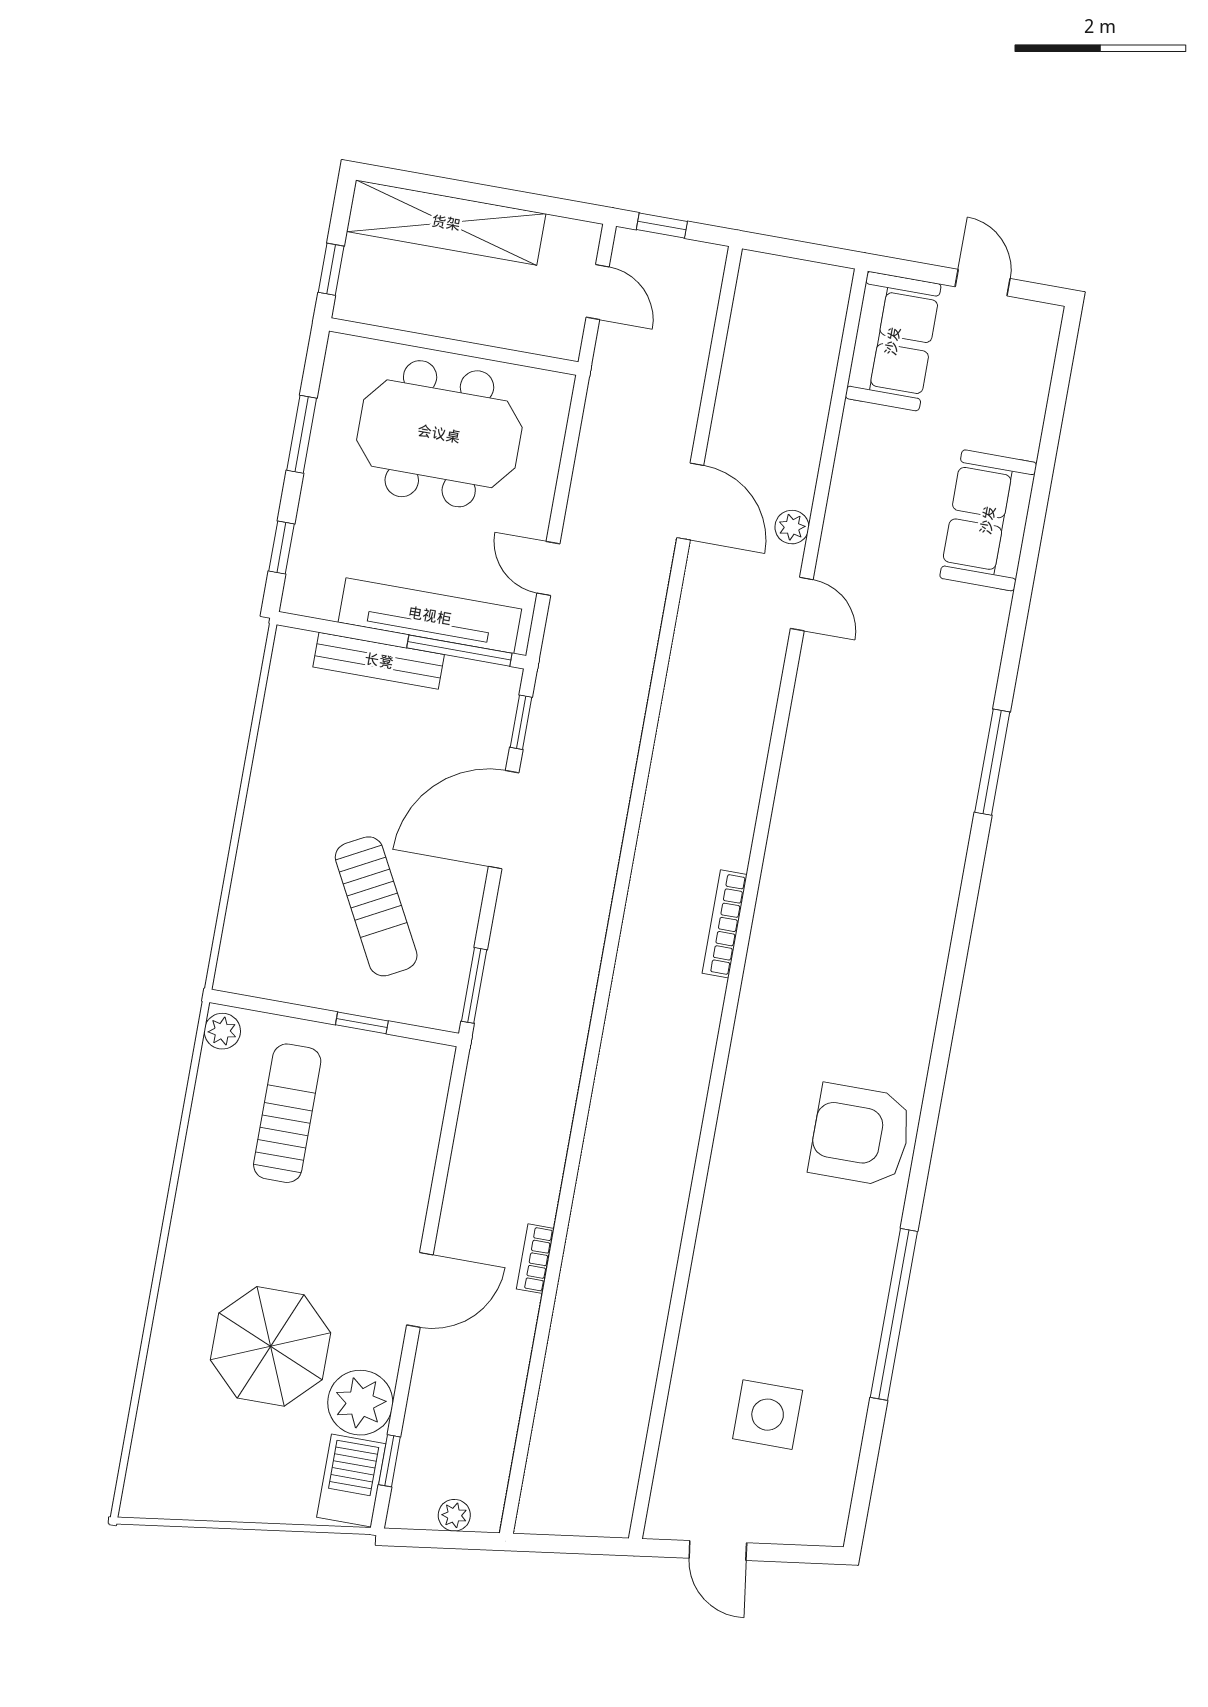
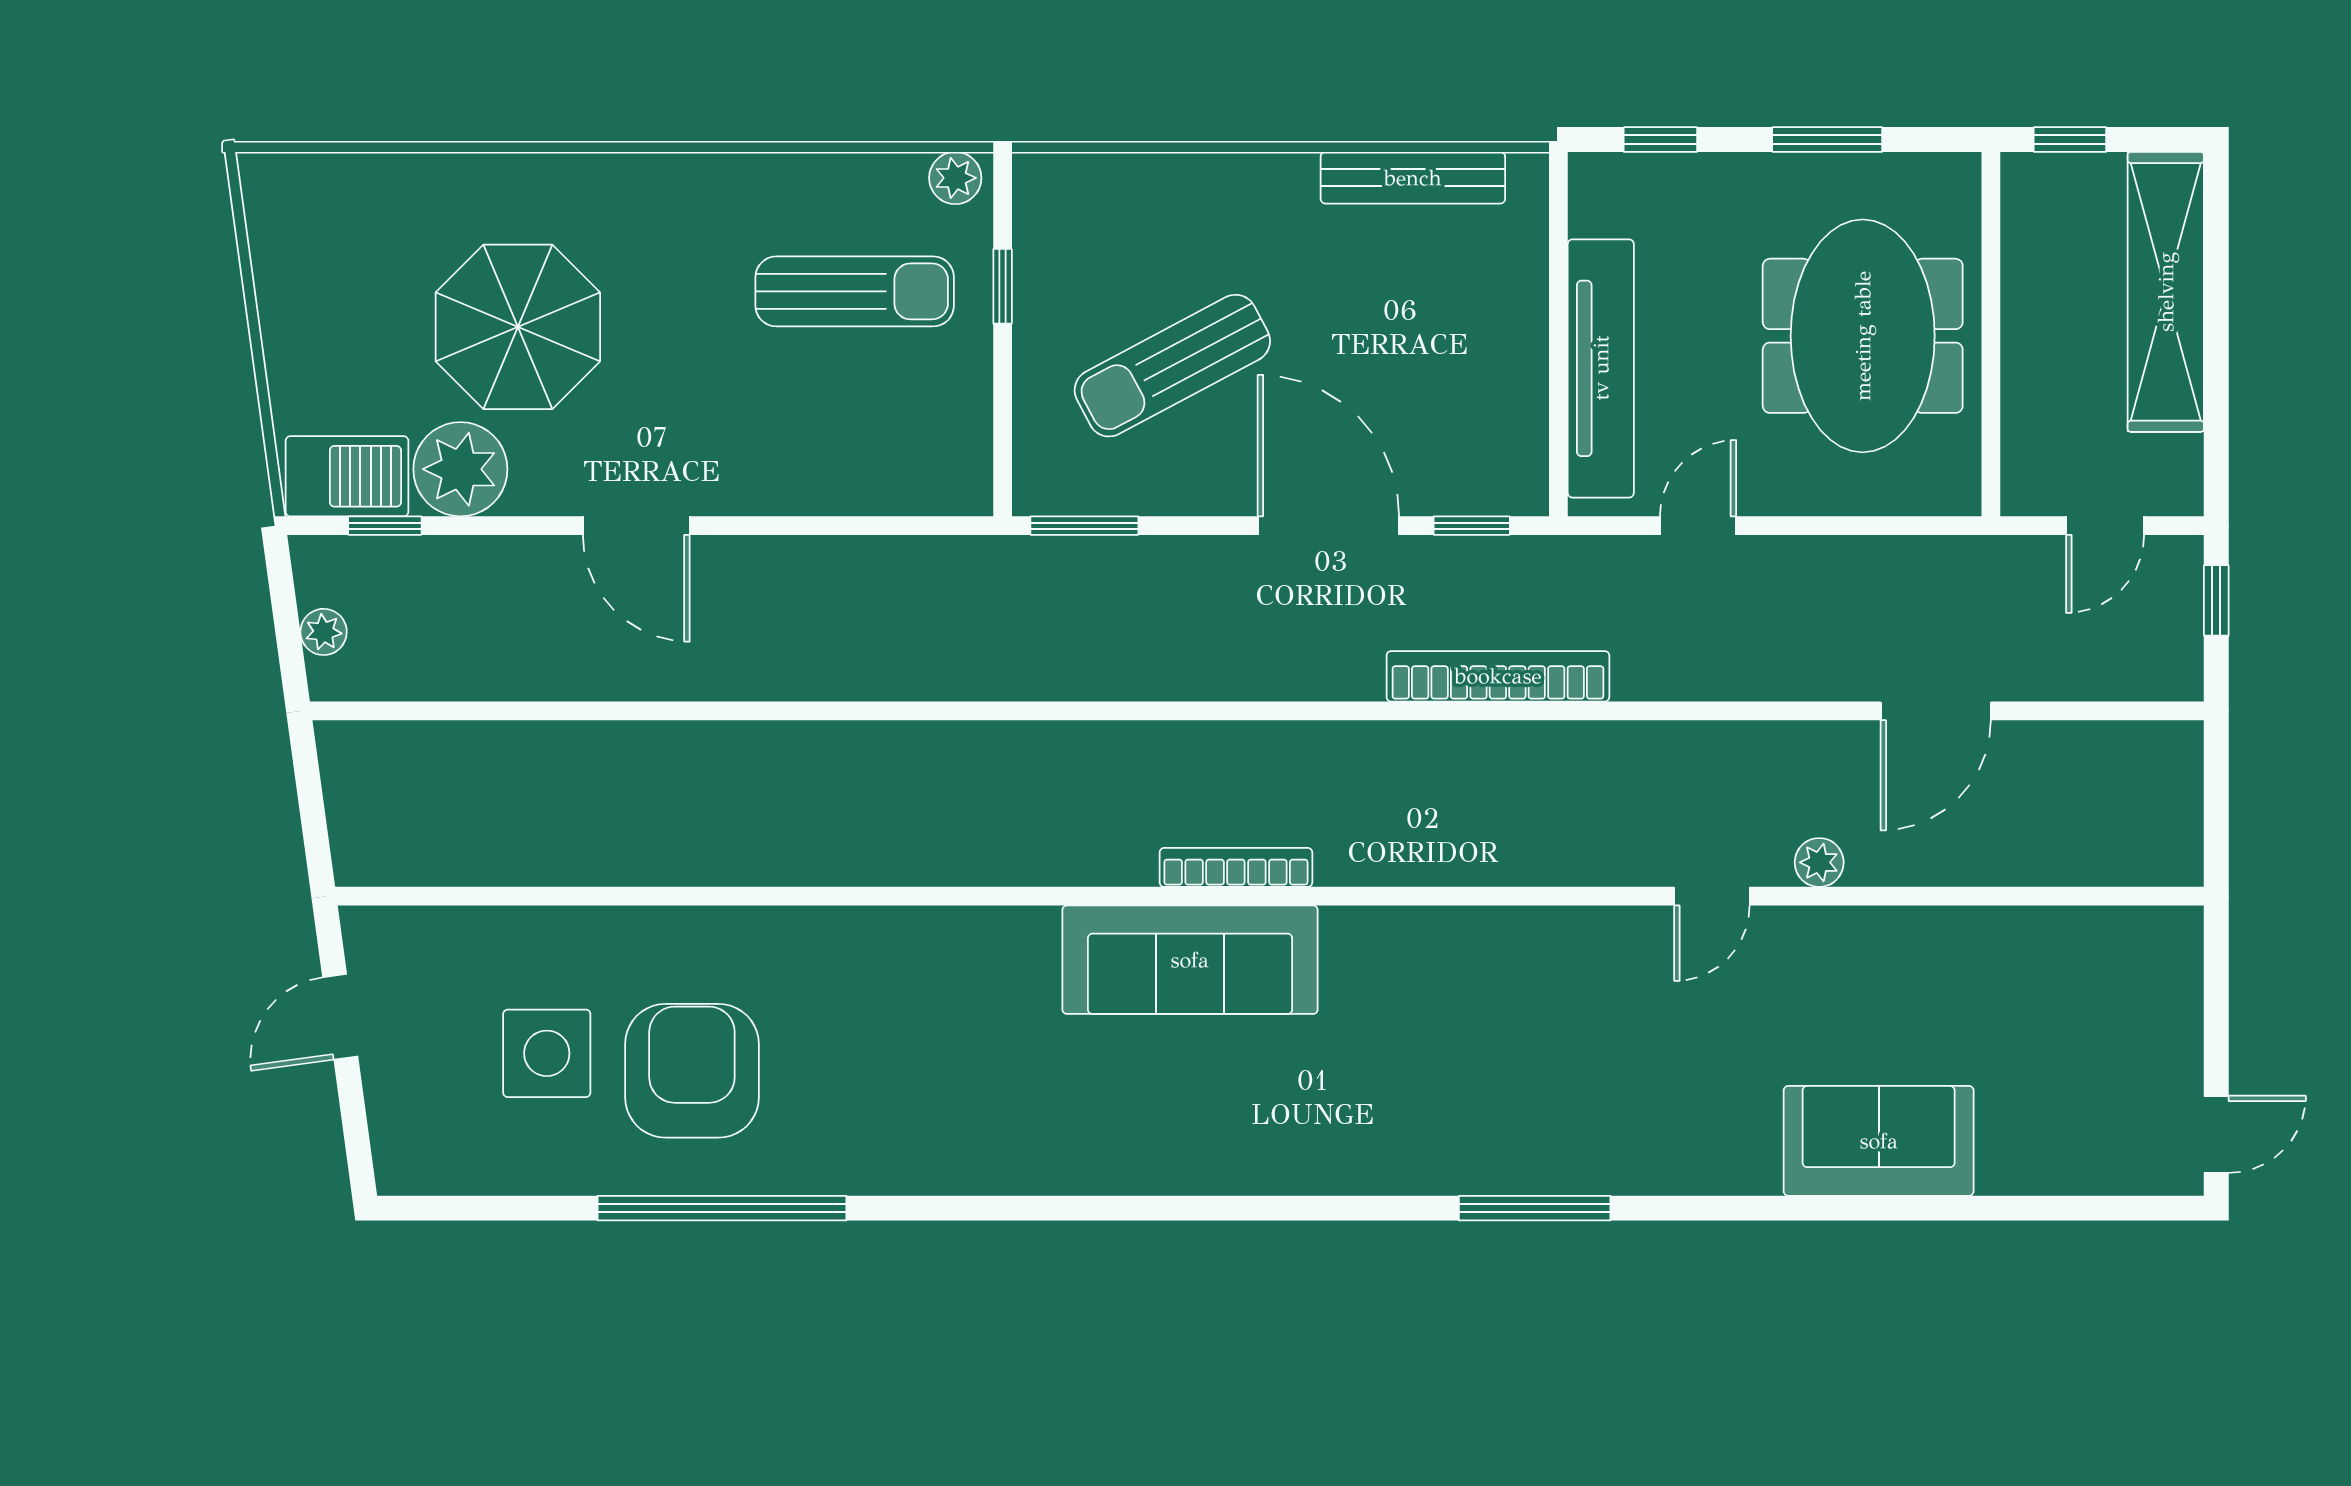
door: (983, 283) -> (2216, 1134), moved
sofa: (893, 341) -> (1190, 960), moved, width x1.36
door: (690, 501) -> (1936, 711), moved
window: (459, 651) -> (1558, 419), removed
bench: (379, 661) -> (1413, 178), moved, turned 90
window: (362, 1023) -> (1003, 286), moved
armchair: (860, 1135) -> (692, 1071), moved
bookcase: (535, 1259) -> (1498, 676), moved, width x2.31, depth x1.31

